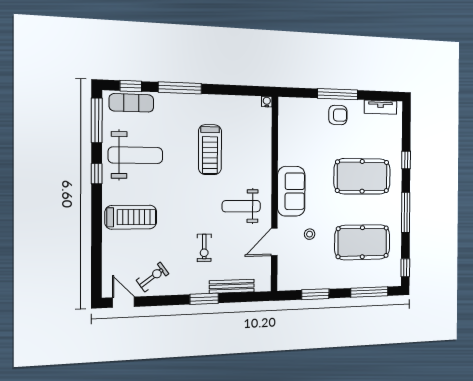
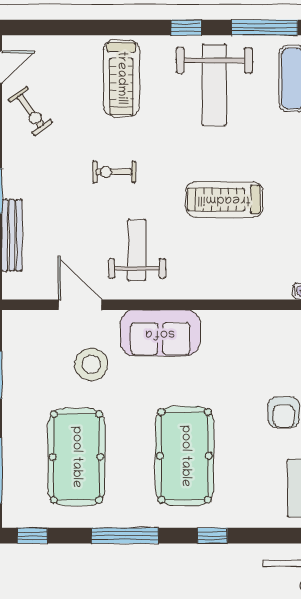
stool: (310, 234) -> (91, 364), width x1.89, depth x1.89
exercise bike: (204, 248) -> (114, 172), moved

